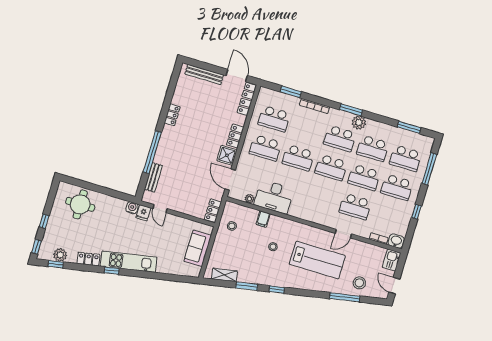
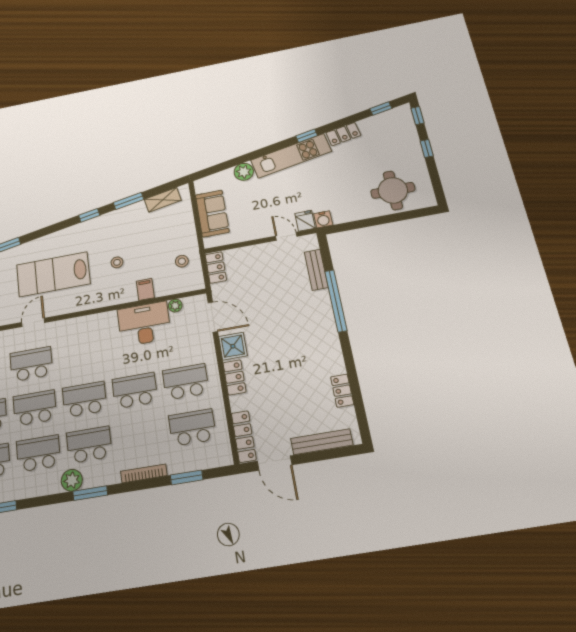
locker: (172, 115) -> (342, 391), moved
plant: (60, 255) -> (244, 172), moved

